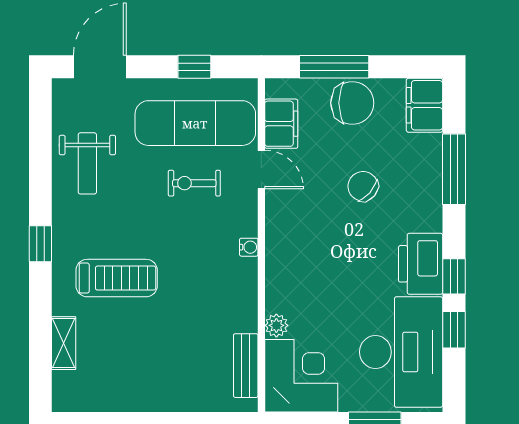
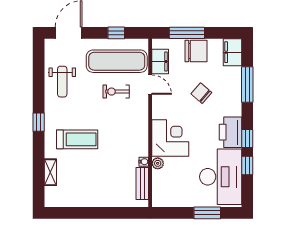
water cooler: (249, 247) -> (144, 162), moved
corner desk: (301, 376) -> (170, 138), moved

